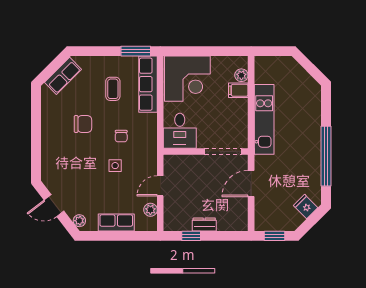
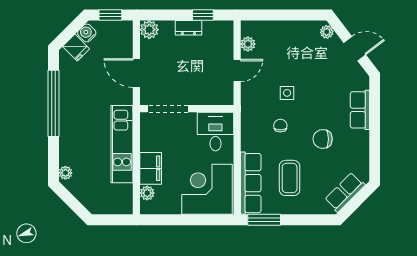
coffee table: (113, 89) -> (290, 178), width x1.36, depth x1.30
filing cabinet: (238, 90) -> (151, 168), width x2.00
plant: (315, 93) -> (65, 173), added
door: (251, 184) -> (136, 73), swing flipped
water cooler: (296, 220) -> (87, 33), added
row of seats: (116, 223) -> (360, 110), moved, turned 90
plant: (240, 223) -> (149, 30), added

